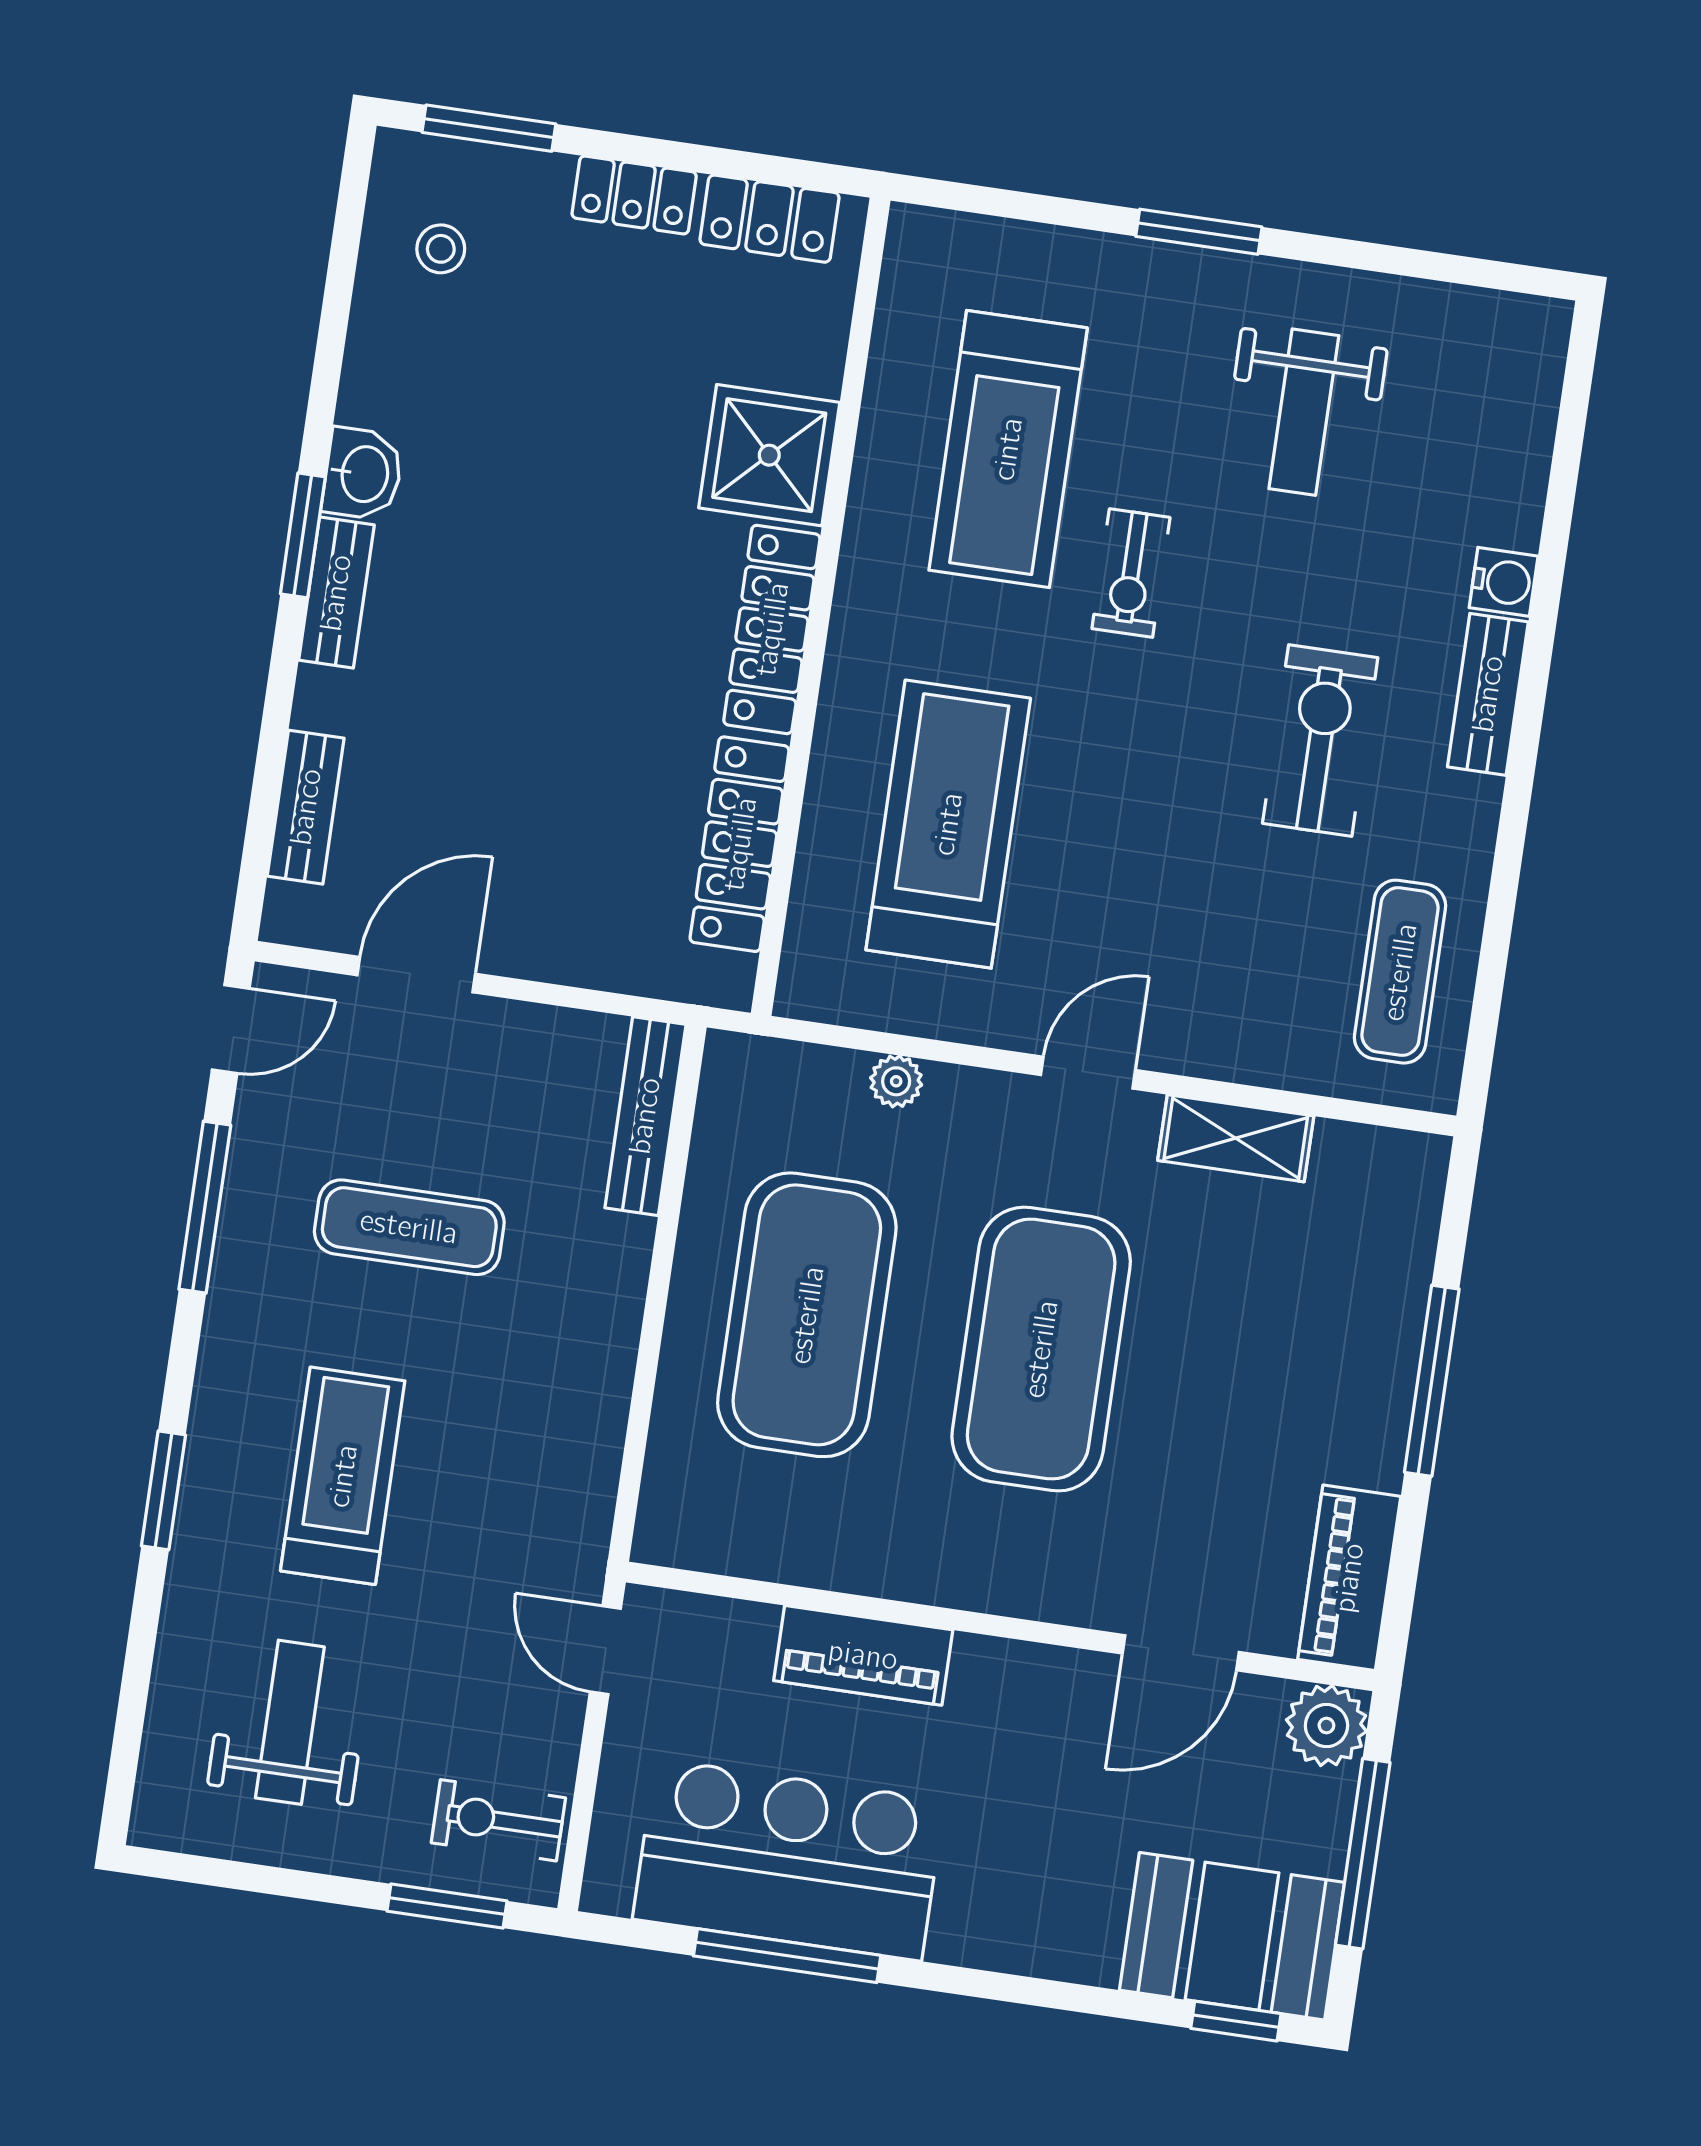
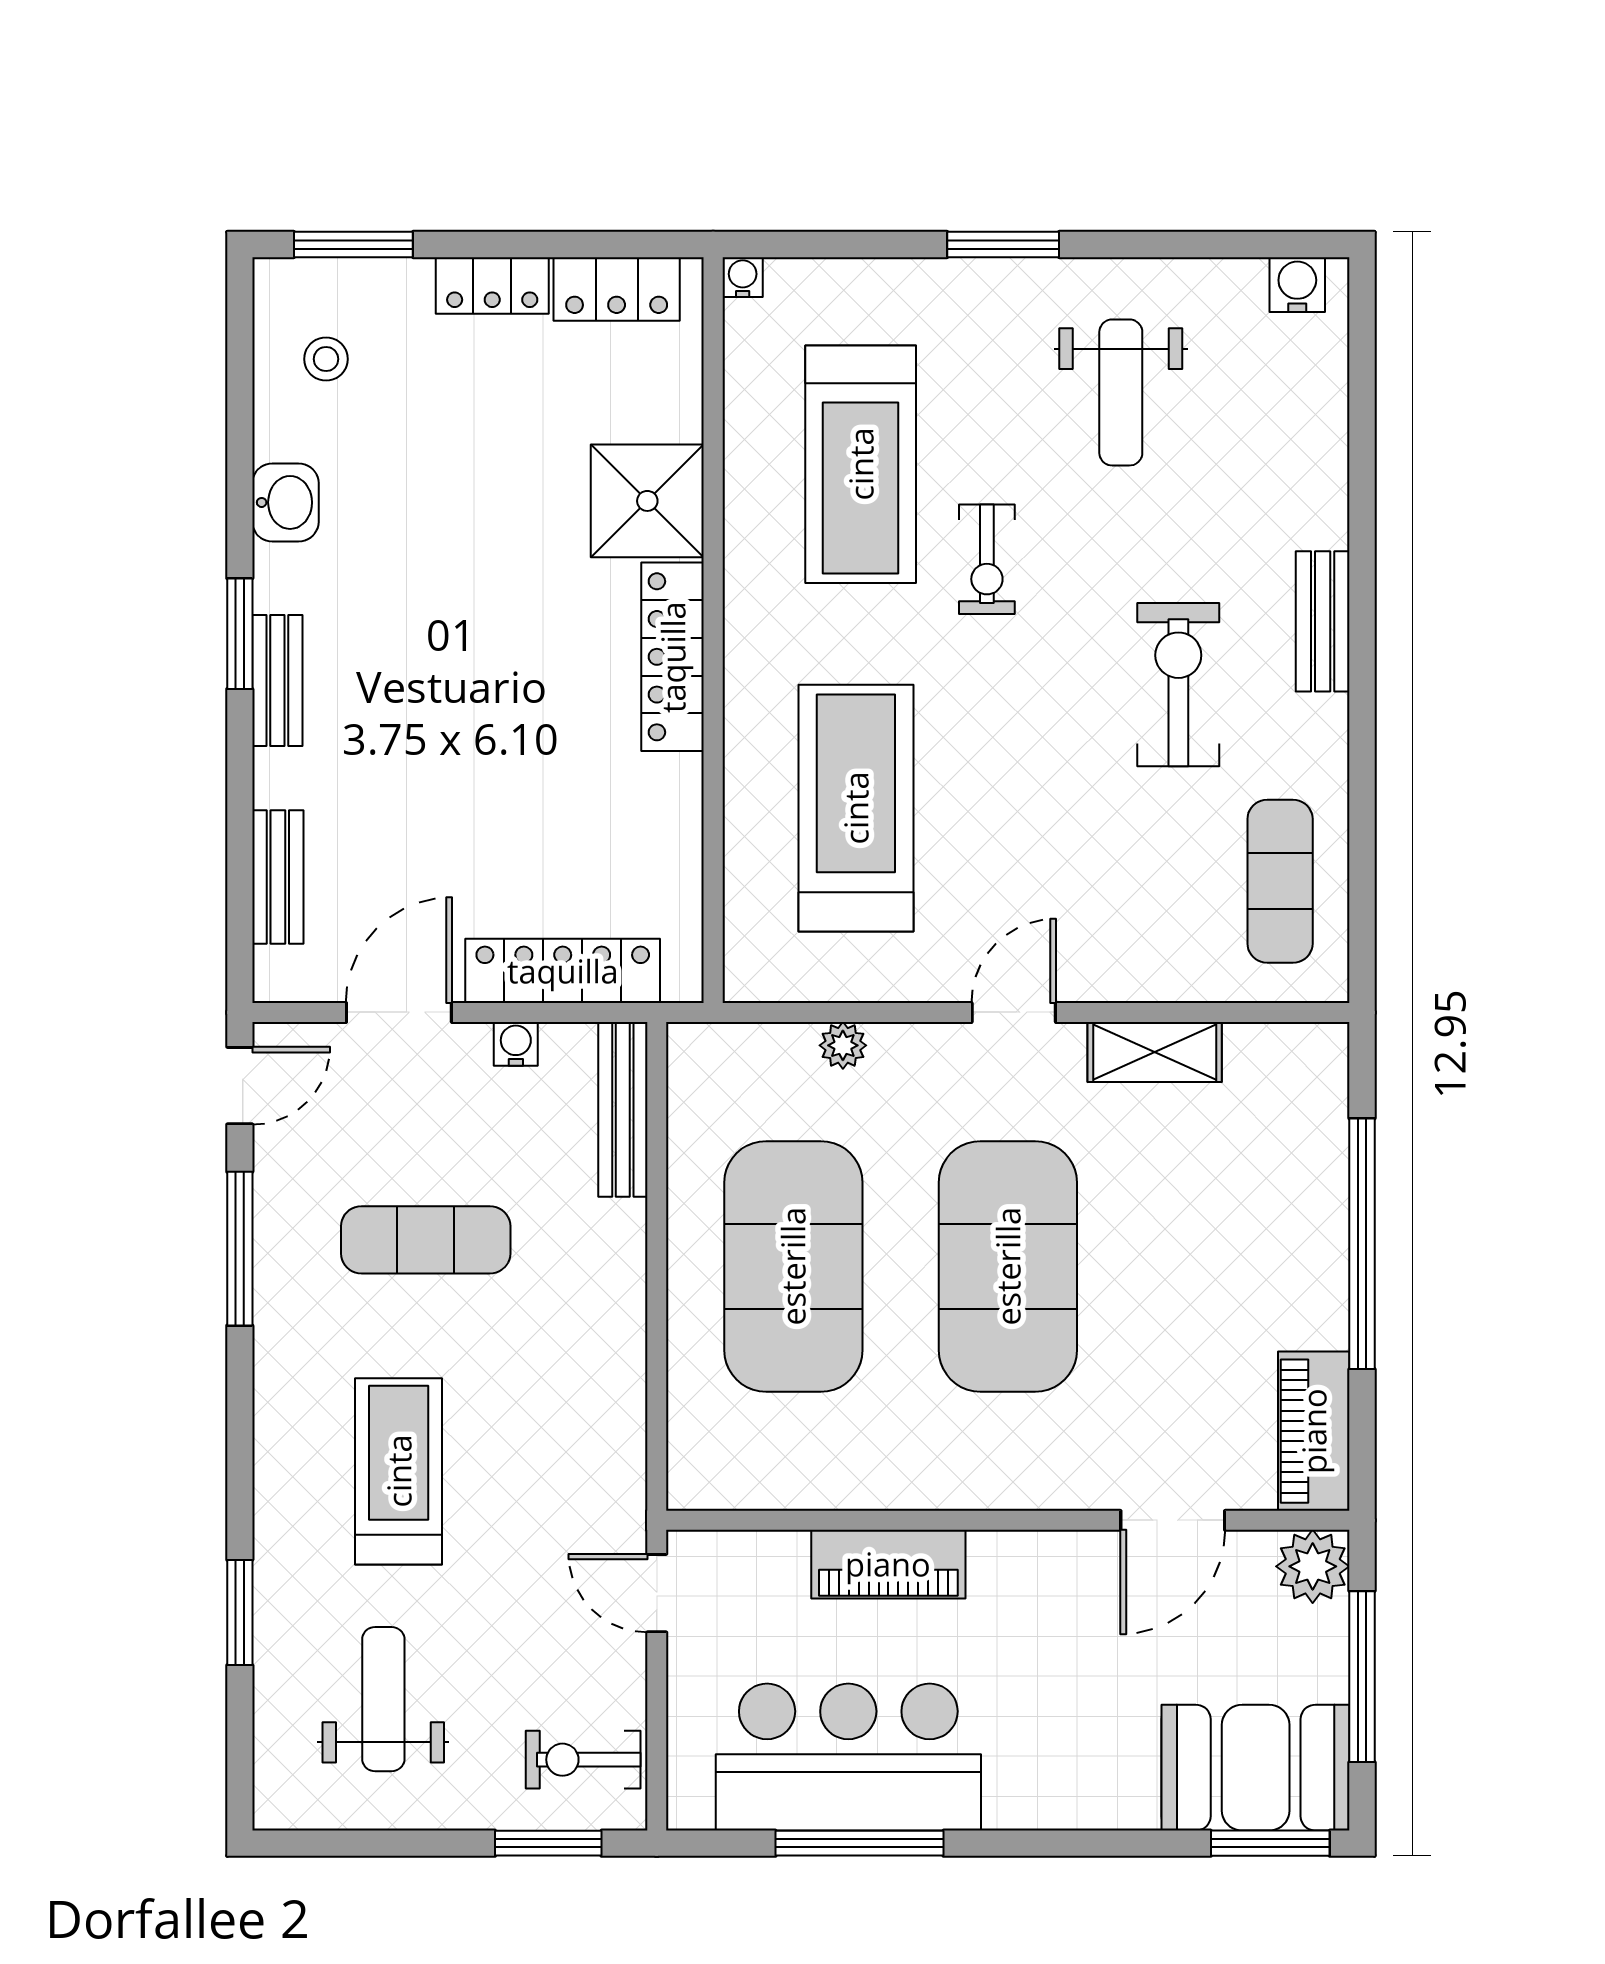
water cooler: (909, 226) -> (743, 277), added
washbasin: (363, 474) -> (285, 502), moved
water cooler: (1504, 582) -> (1297, 285), moved, turned -90
locker: (740, 844) -> (563, 971), moved, turned 90
water cooler: (539, 1027) -> (516, 1044), added
window: (1432, 1381) -> (1362, 1244), width x1.46
window: (163, 1490) -> (240, 1613), moved
window: (1236, 2021) -> (1270, 1843), width x1.50

